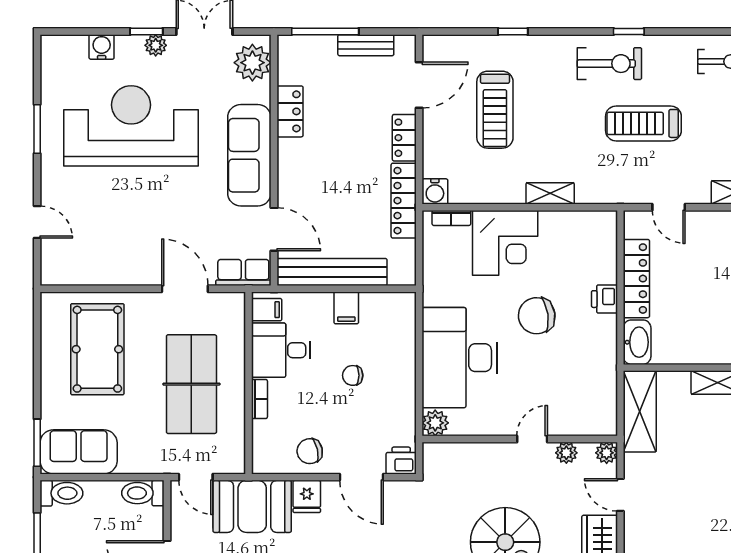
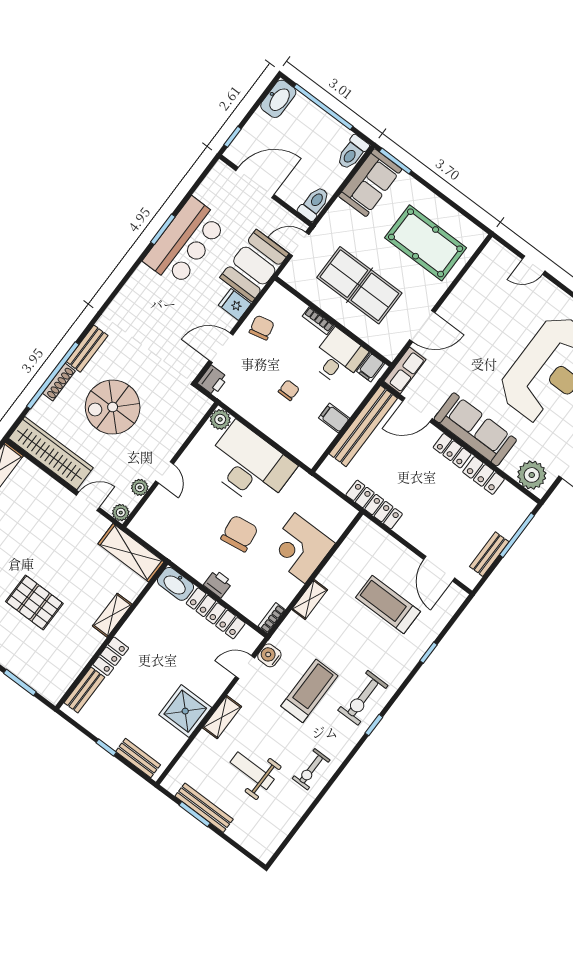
locker: (404, 138) -> (452, 451), moved, turned 180
water cooler: (435, 191) -> (269, 655), moved
bookcase: (451, 218) -> (272, 618), moved

